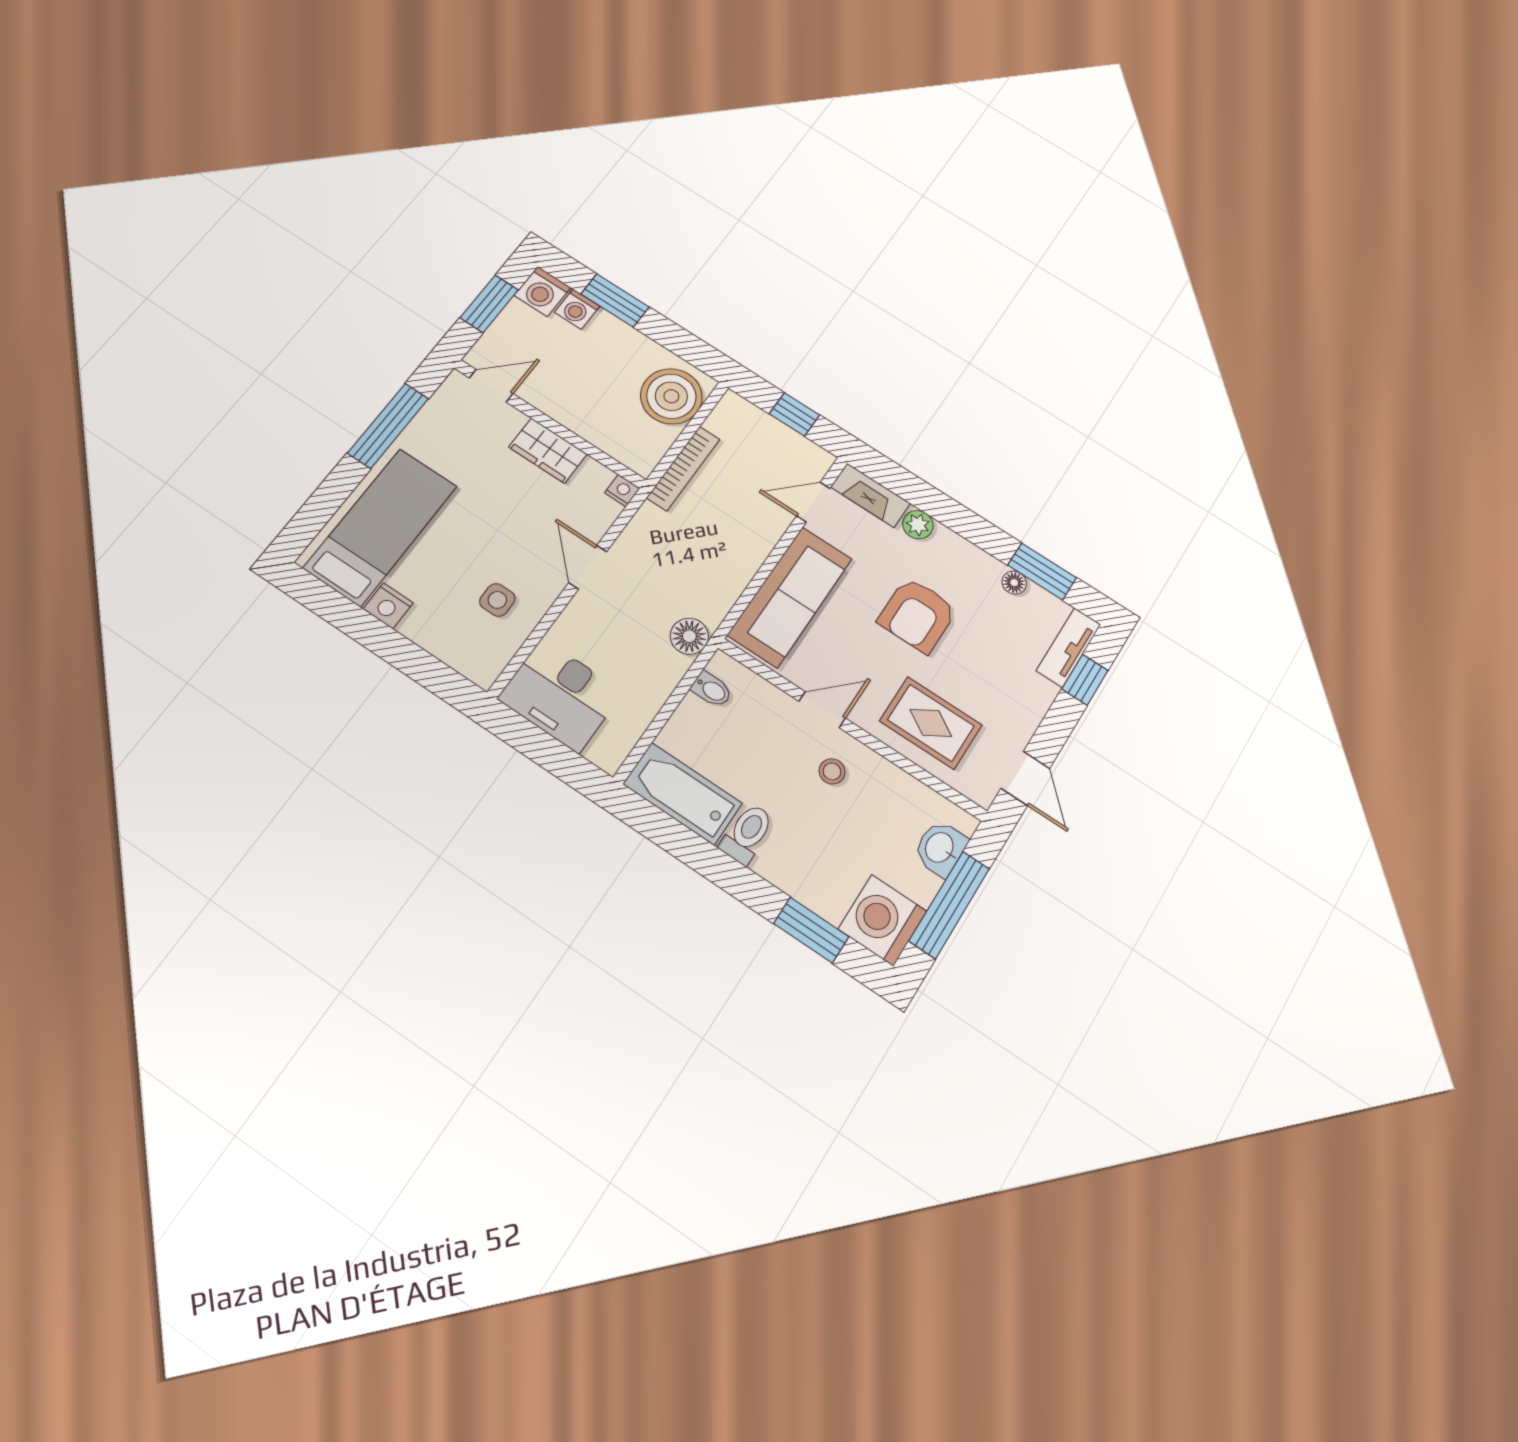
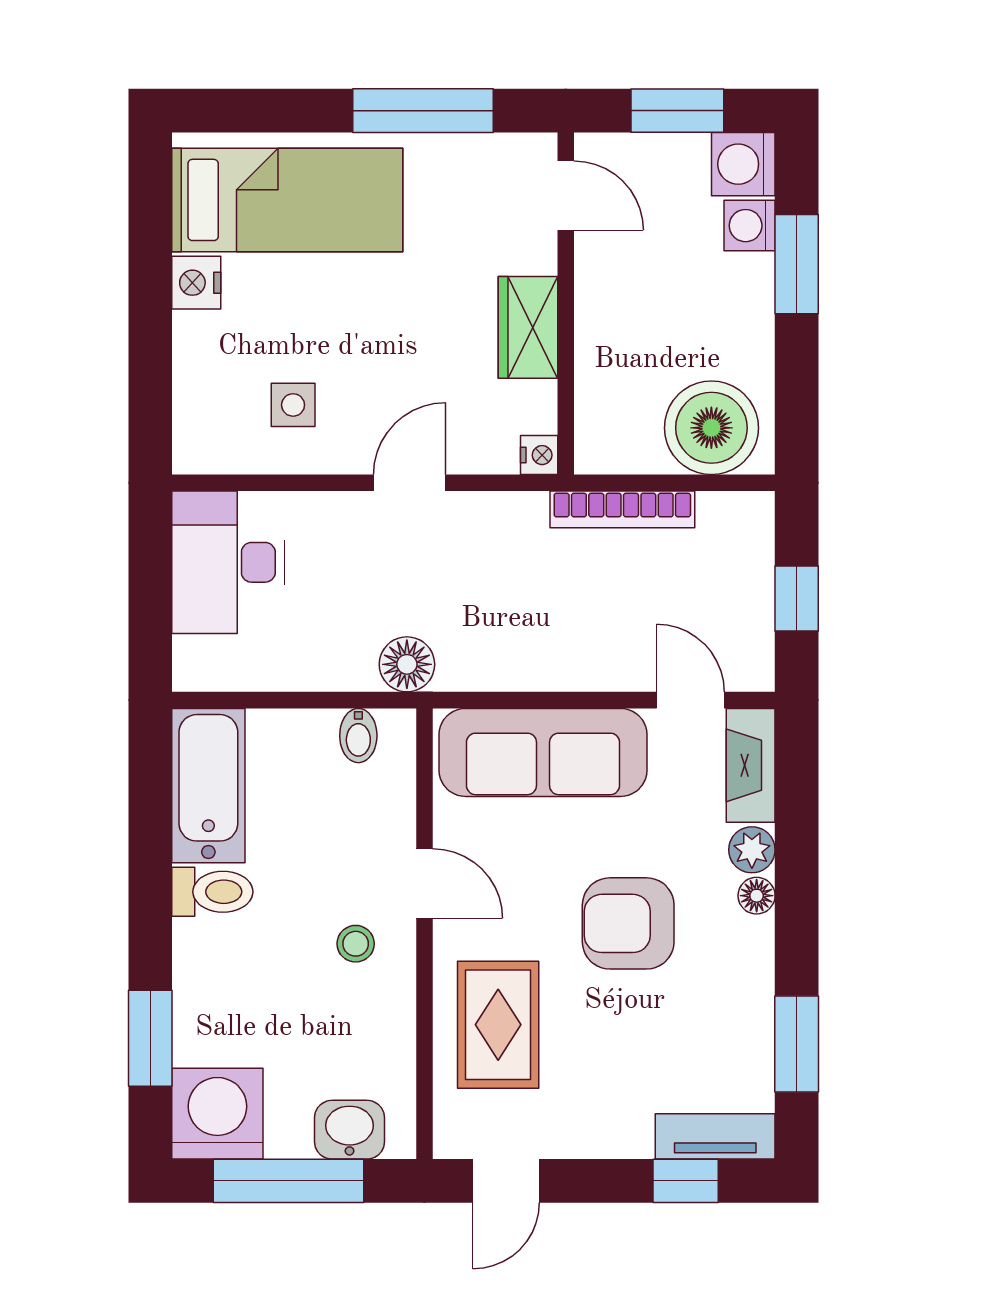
floor lamp: (1014, 583) -> (757, 896), moved

